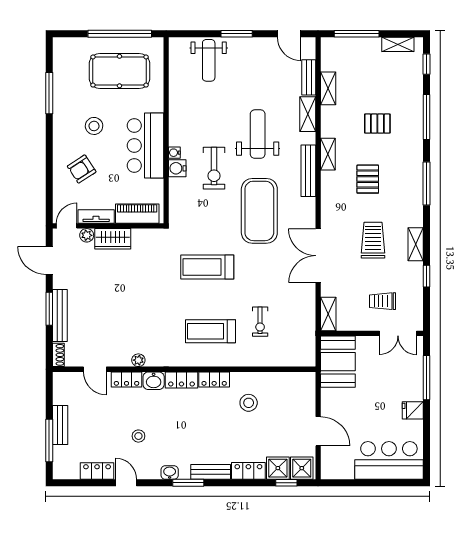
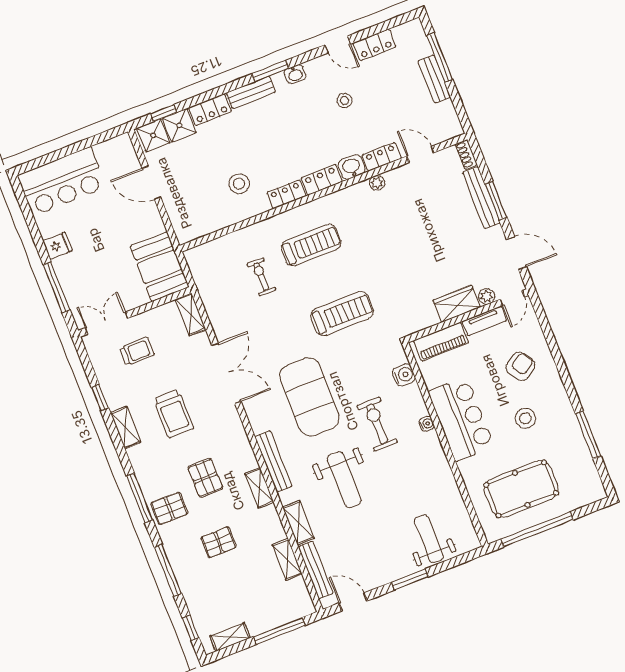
bench: (309, 77) -> (316, 570), width x1.36
pallet: (406, 166) -> (169, 508), added
water cooler: (177, 168) -> (404, 375), moved

